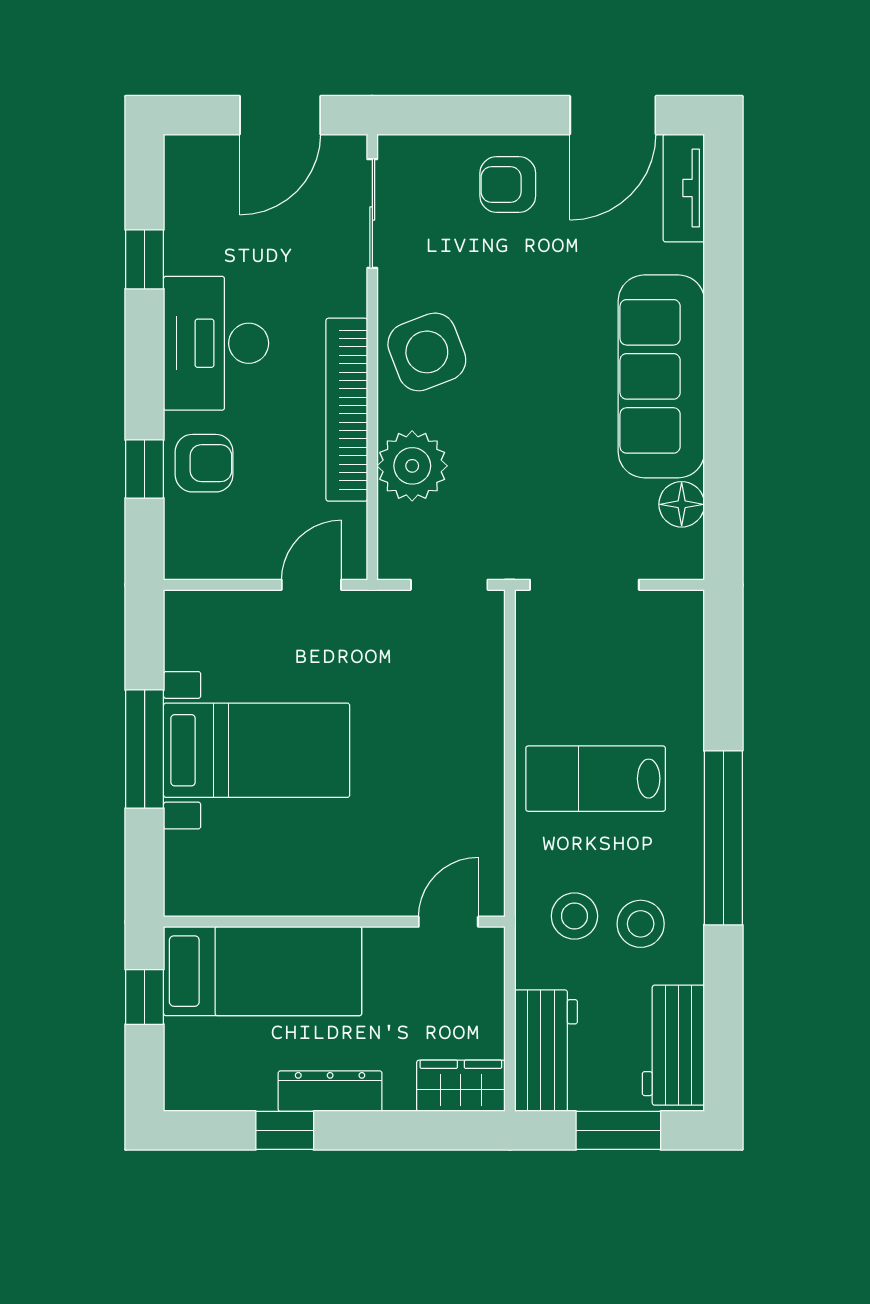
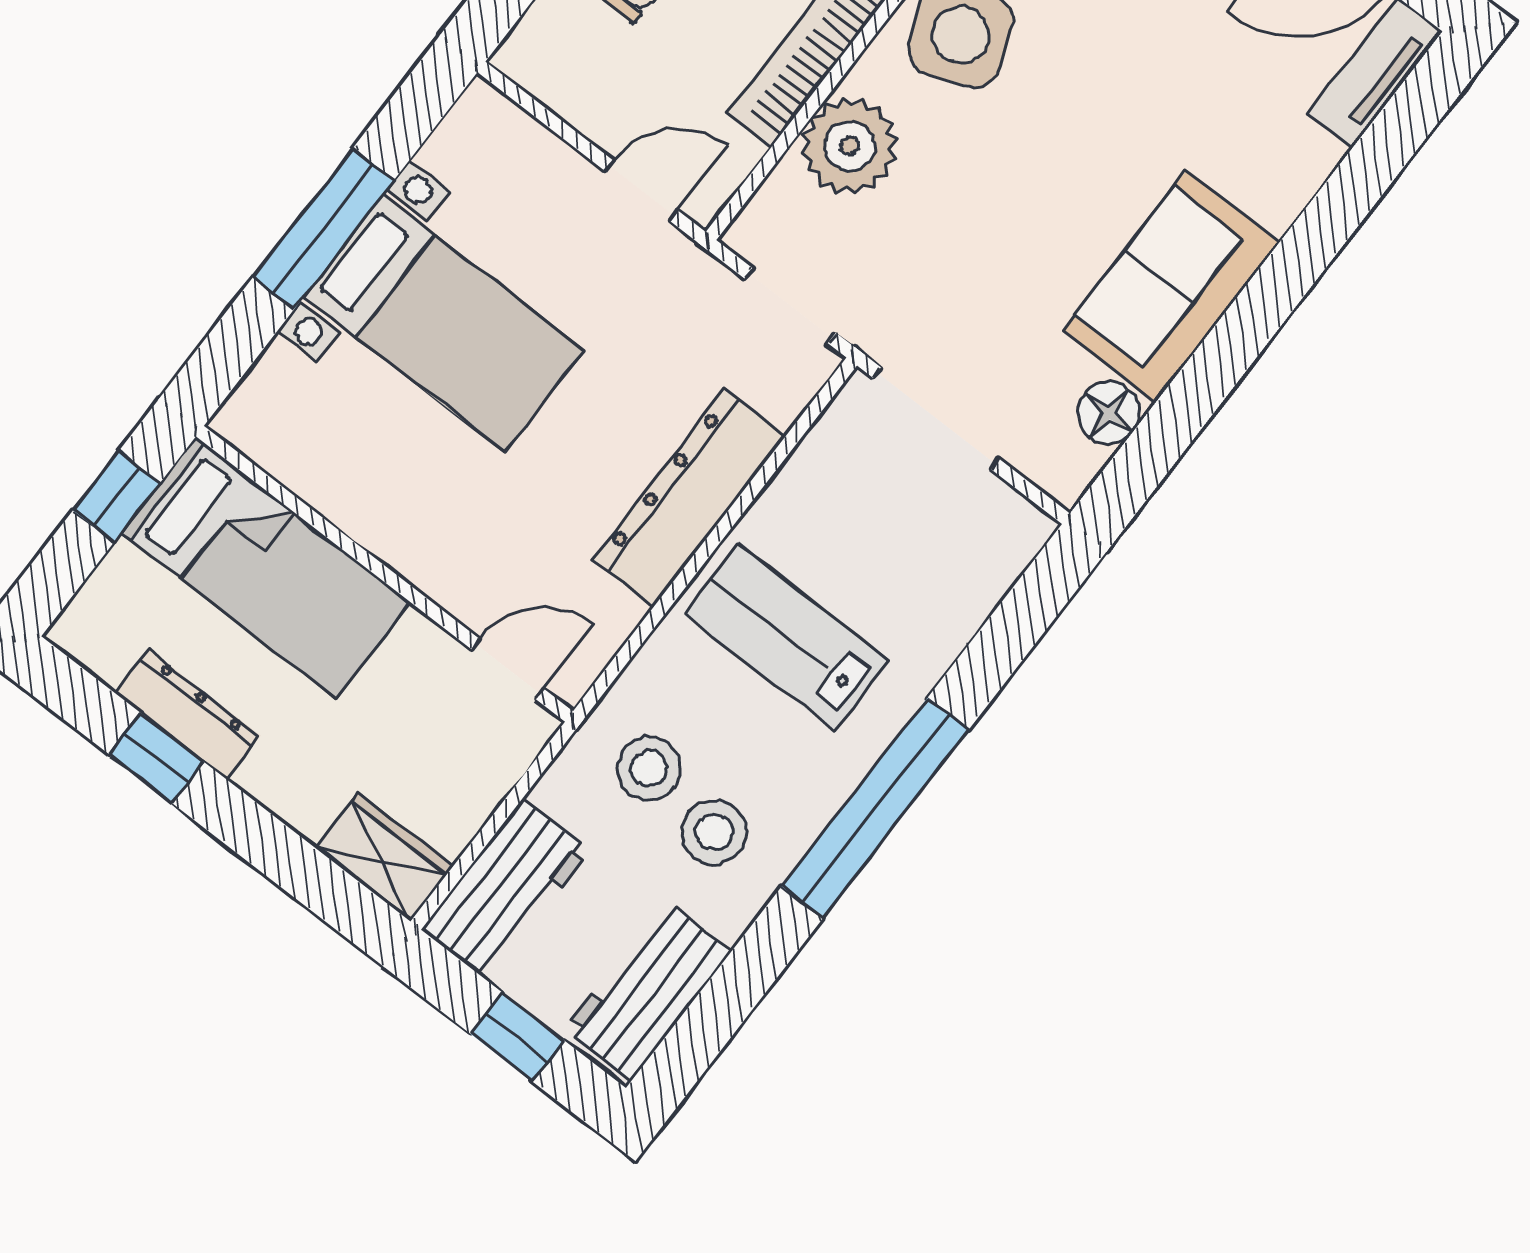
sofa: (661, 376) -> (1171, 286), width x0.73
dresser: (477, 742) -> (689, 498), added
dresser: (330, 1091) -> (188, 714), moved
window: (618, 1130) -> (517, 1037), width x0.67

